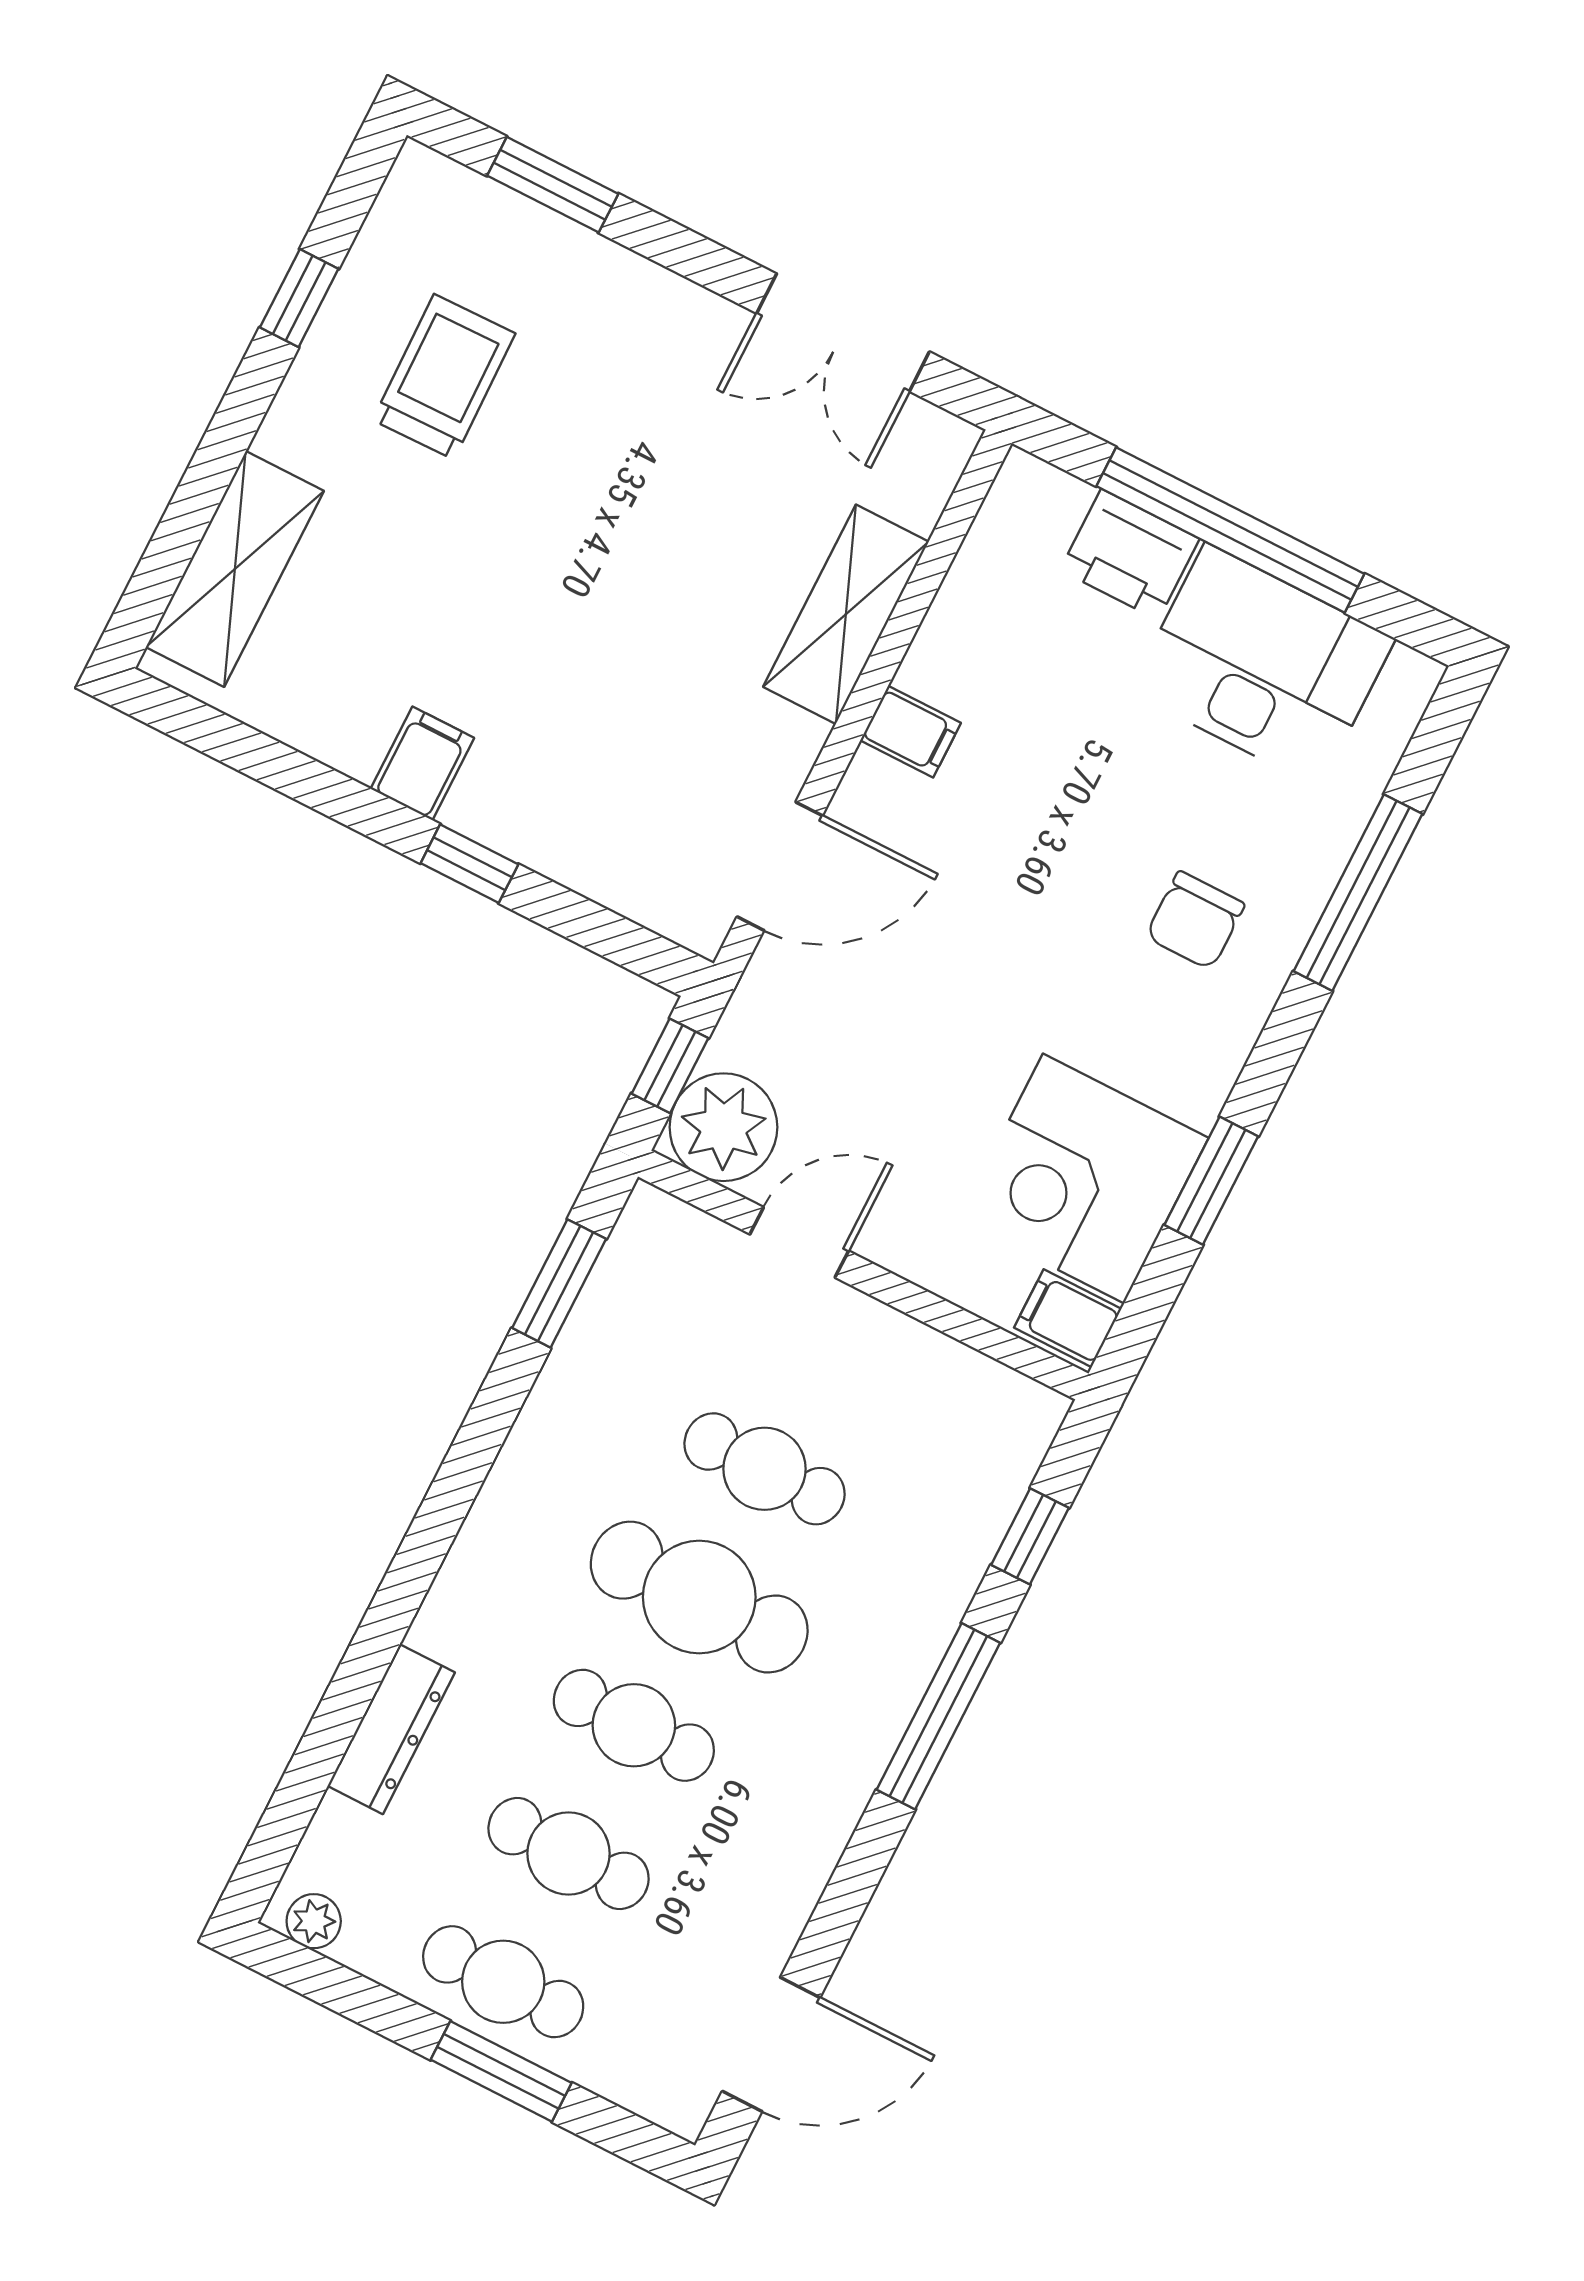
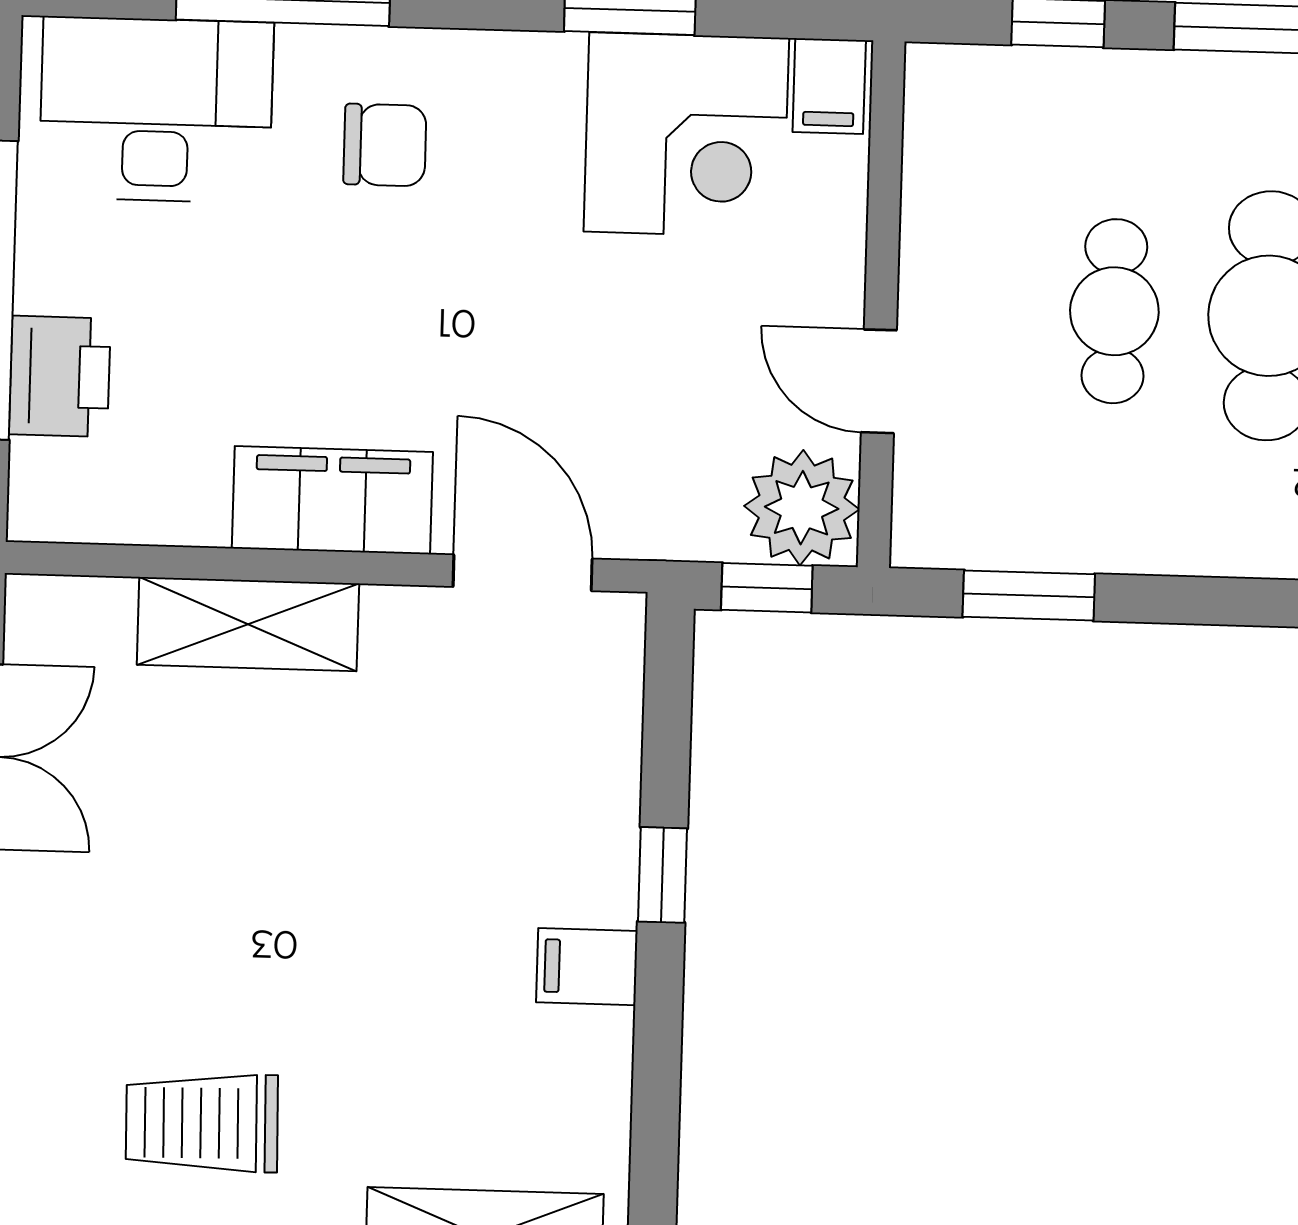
desk: (1262, 665) -> (156, 110), moved, turned 90
filing cabinet: (911, 732) -> (332, 500), width x3.00, depth x1.17

